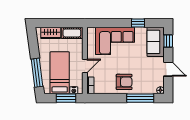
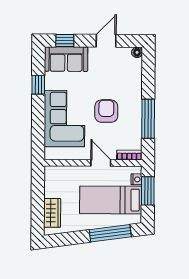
cot: (72, 33) -> (52, 182), removed
armchair: (124, 82) -> (106, 111), moved
window: (140, 98) -> (148, 119), moved

